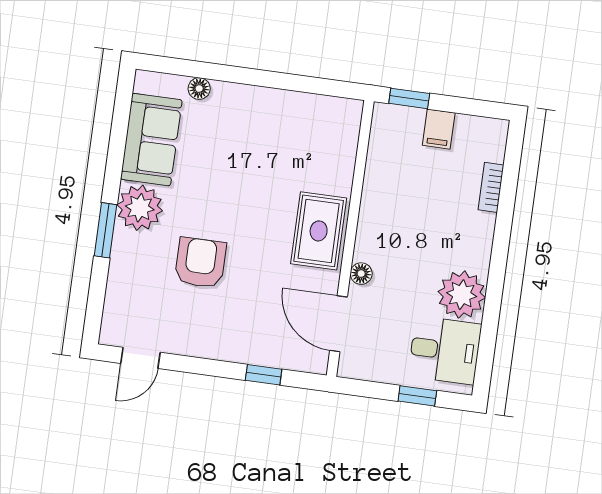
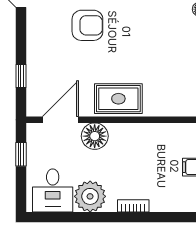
bookcase: (491, 187) -> (133, 206), moved
floor lamp: (361, 274) -> (95, 136), width x1.89, depth x1.89
window: (417, 396) -> (21, 154), moved

